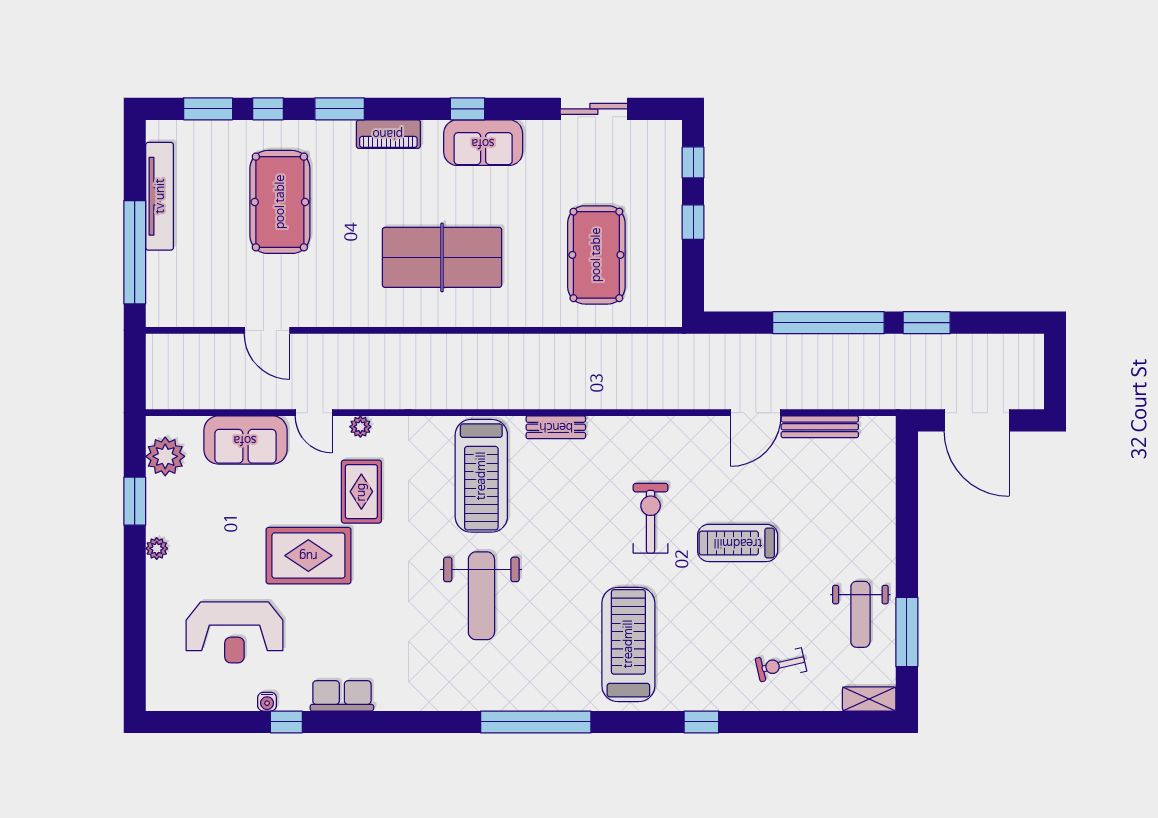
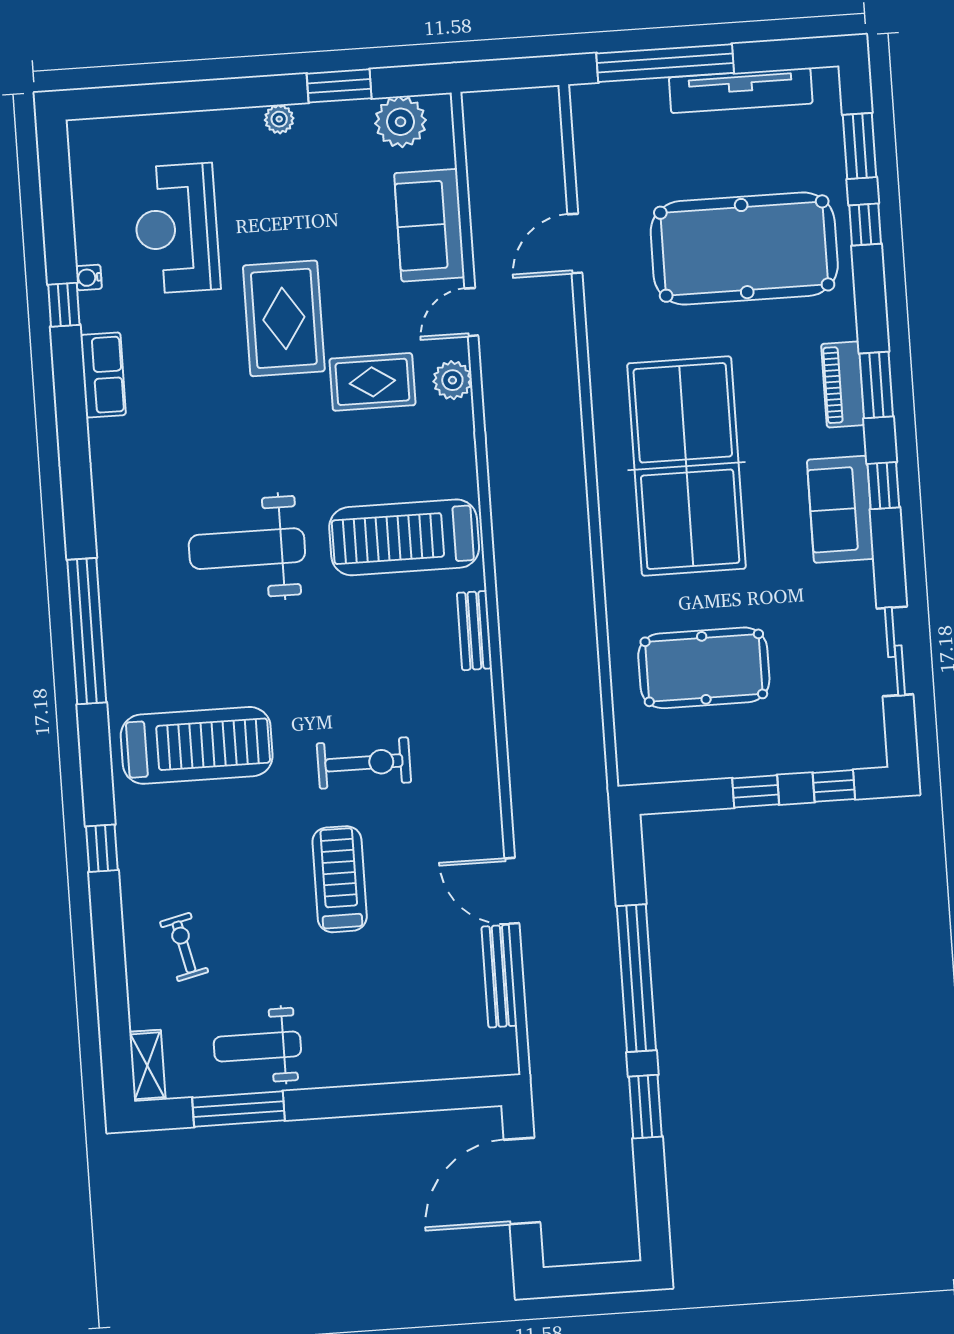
window: (340, 109) -> (876, 385), moved
pool table: (280, 202) -> (744, 249), width x1.36, depth x1.32
table tennis table: (442, 257) -> (686, 466), width x1.36, depth x1.32
plant: (360, 427) -> (452, 380), width x1.38, depth x1.38

